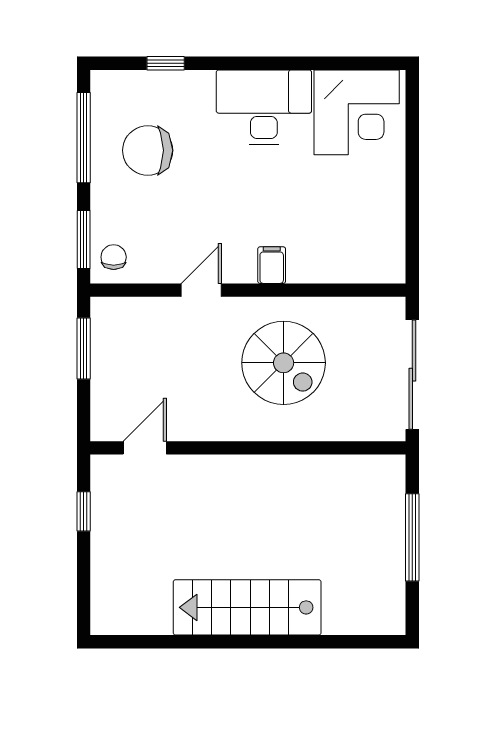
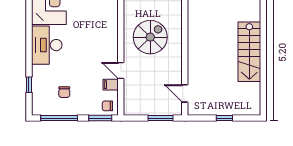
chair: (148, 150) -> (64, 92), width x0.54, depth x0.54
filing cabinet: (272, 265) -> (111, 85), moved
window: (84, 349) -> (161, 118), moved
window: (84, 511) -> (224, 118), moved

